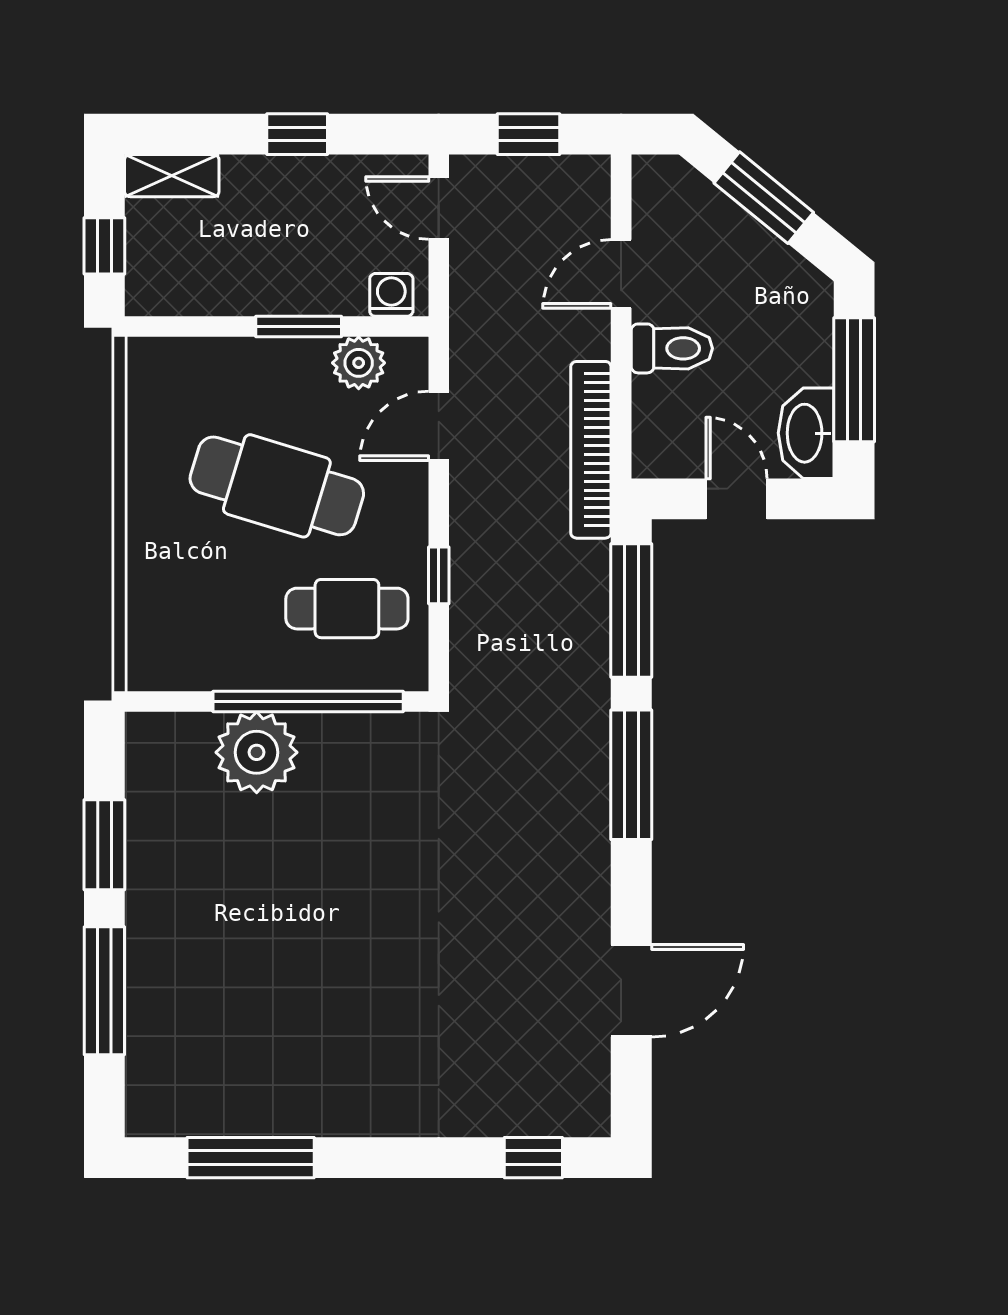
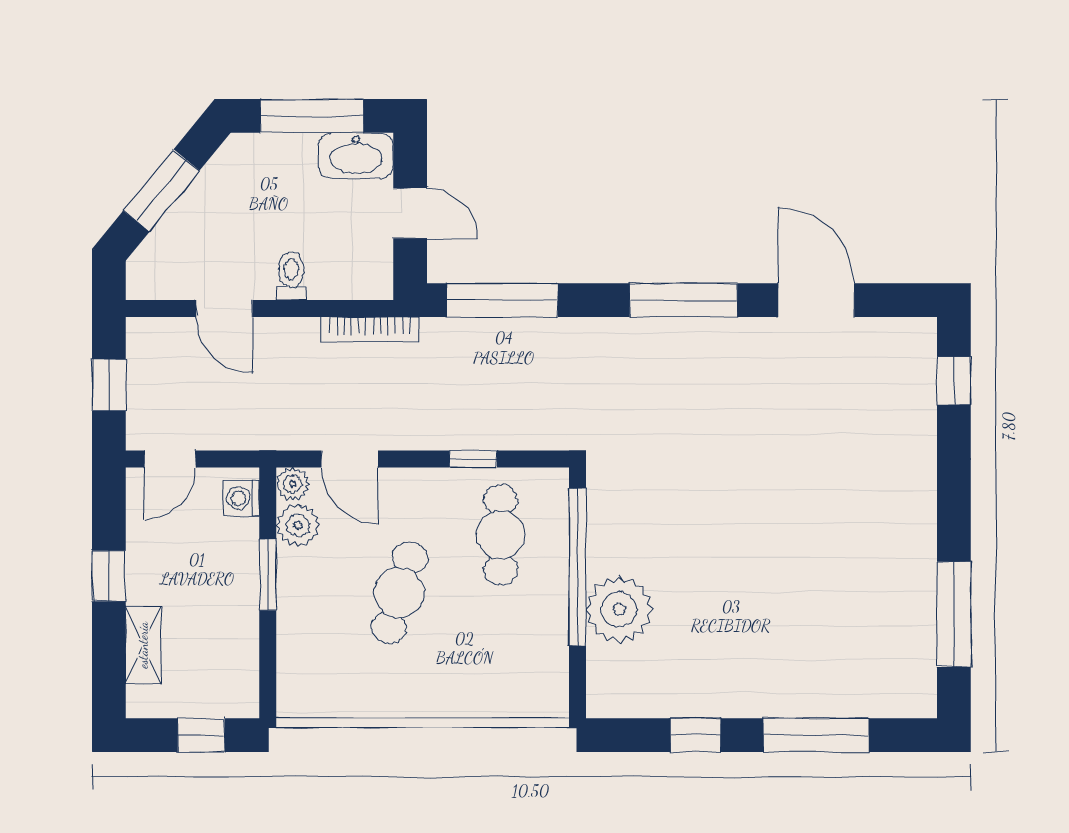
shelving: (172, 176) -> (143, 645), moved
toilet: (672, 348) -> (291, 276), width x0.73, depth x0.72
plant: (409, 357) -> (293, 484), added
bookcase: (591, 450) -> (370, 329), width x0.68, depth x0.76
cafe table: (277, 486) -> (399, 593), width x0.73, depth x0.74
door: (737, 499) -> (410, 213), swing flipped
window: (631, 775) -> (684, 300), moved
window: (104, 845) -> (696, 735), width x0.67

